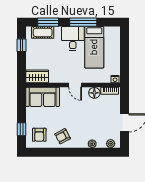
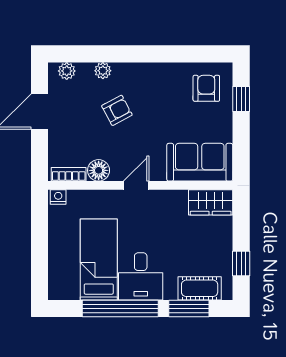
window: (83, 22) -> (120, 308), width x1.46
door: (75, 85) -> (136, 185), hinge flipped
armchair: (63, 136) -> (117, 110), moved

